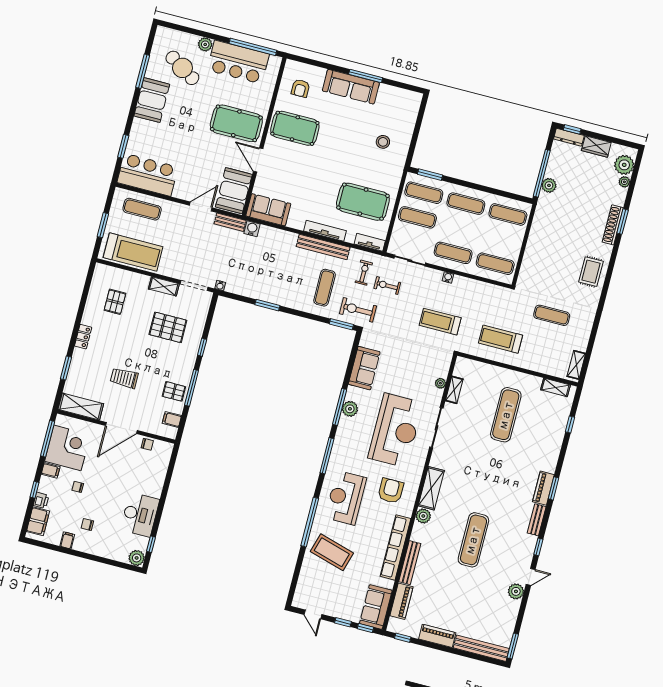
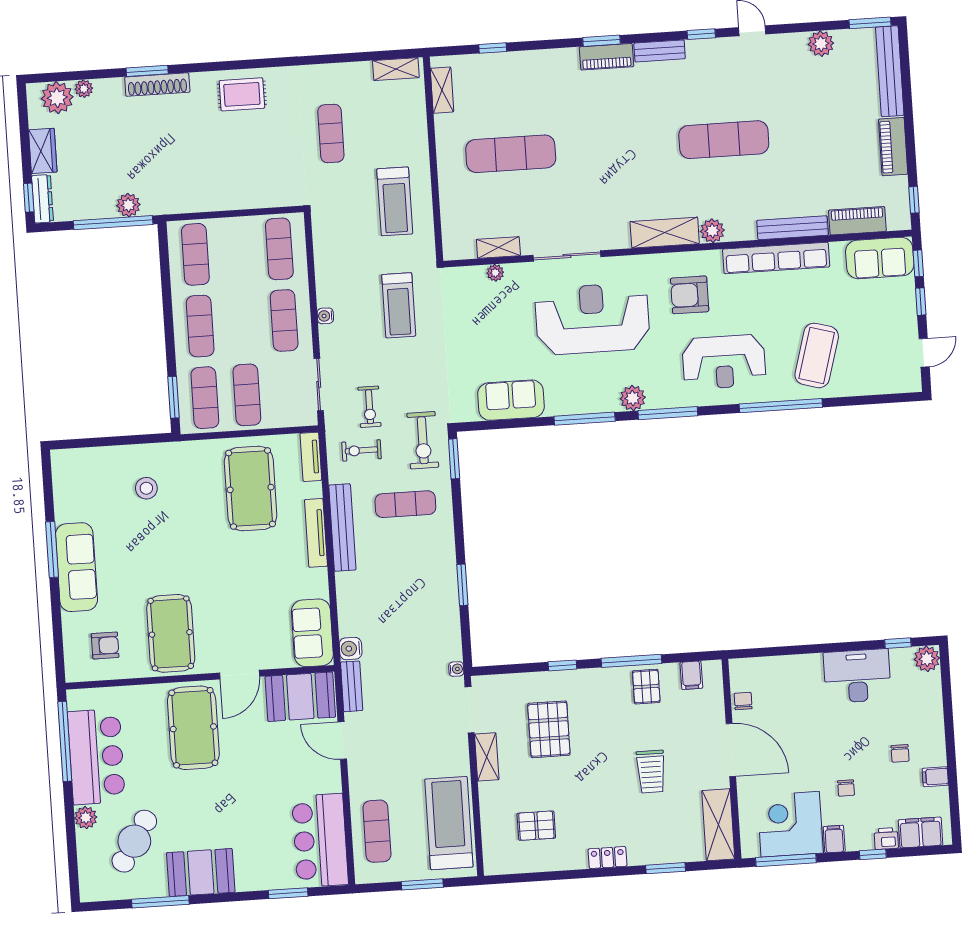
plant: (350, 409) -> (633, 398), moved
plant: (516, 591) -> (821, 44), moved

